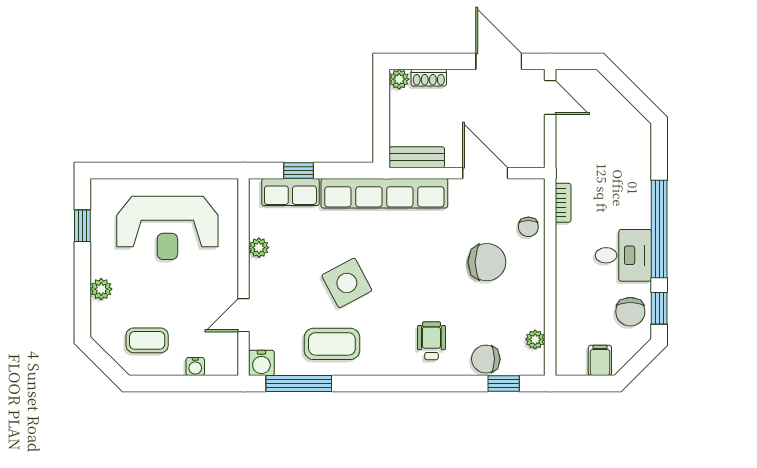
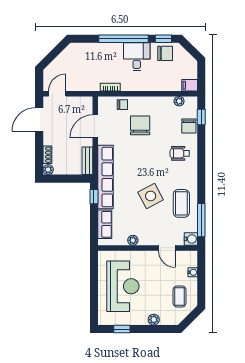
window: (299, 170) -> (94, 197), moved
filing cabinet: (600, 360) -> (190, 85), moved

